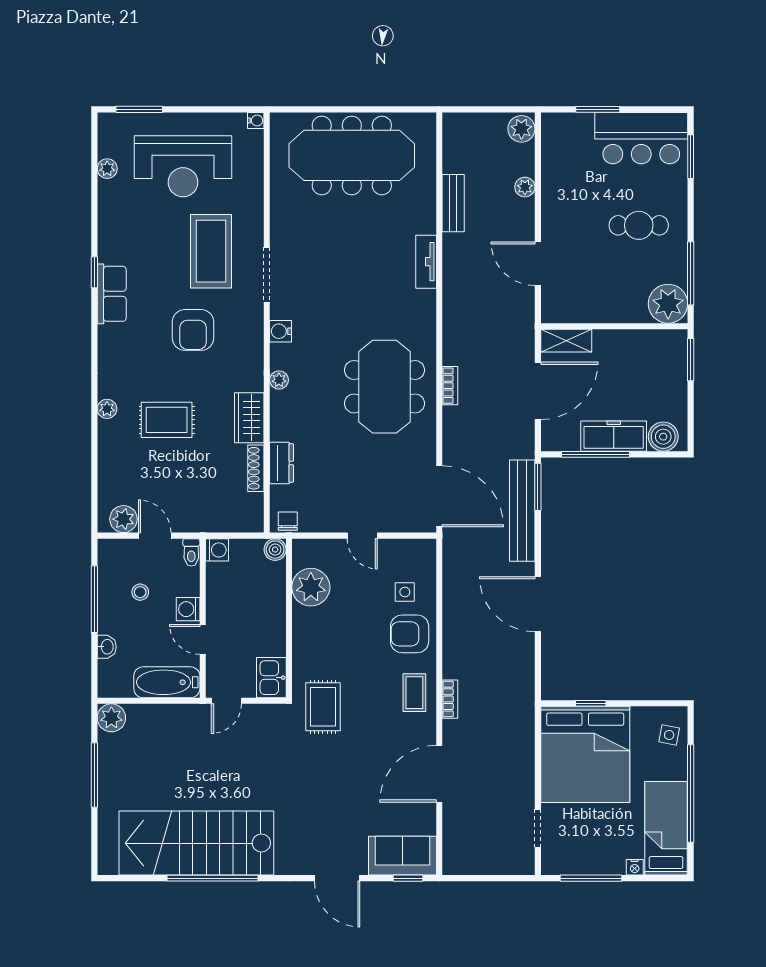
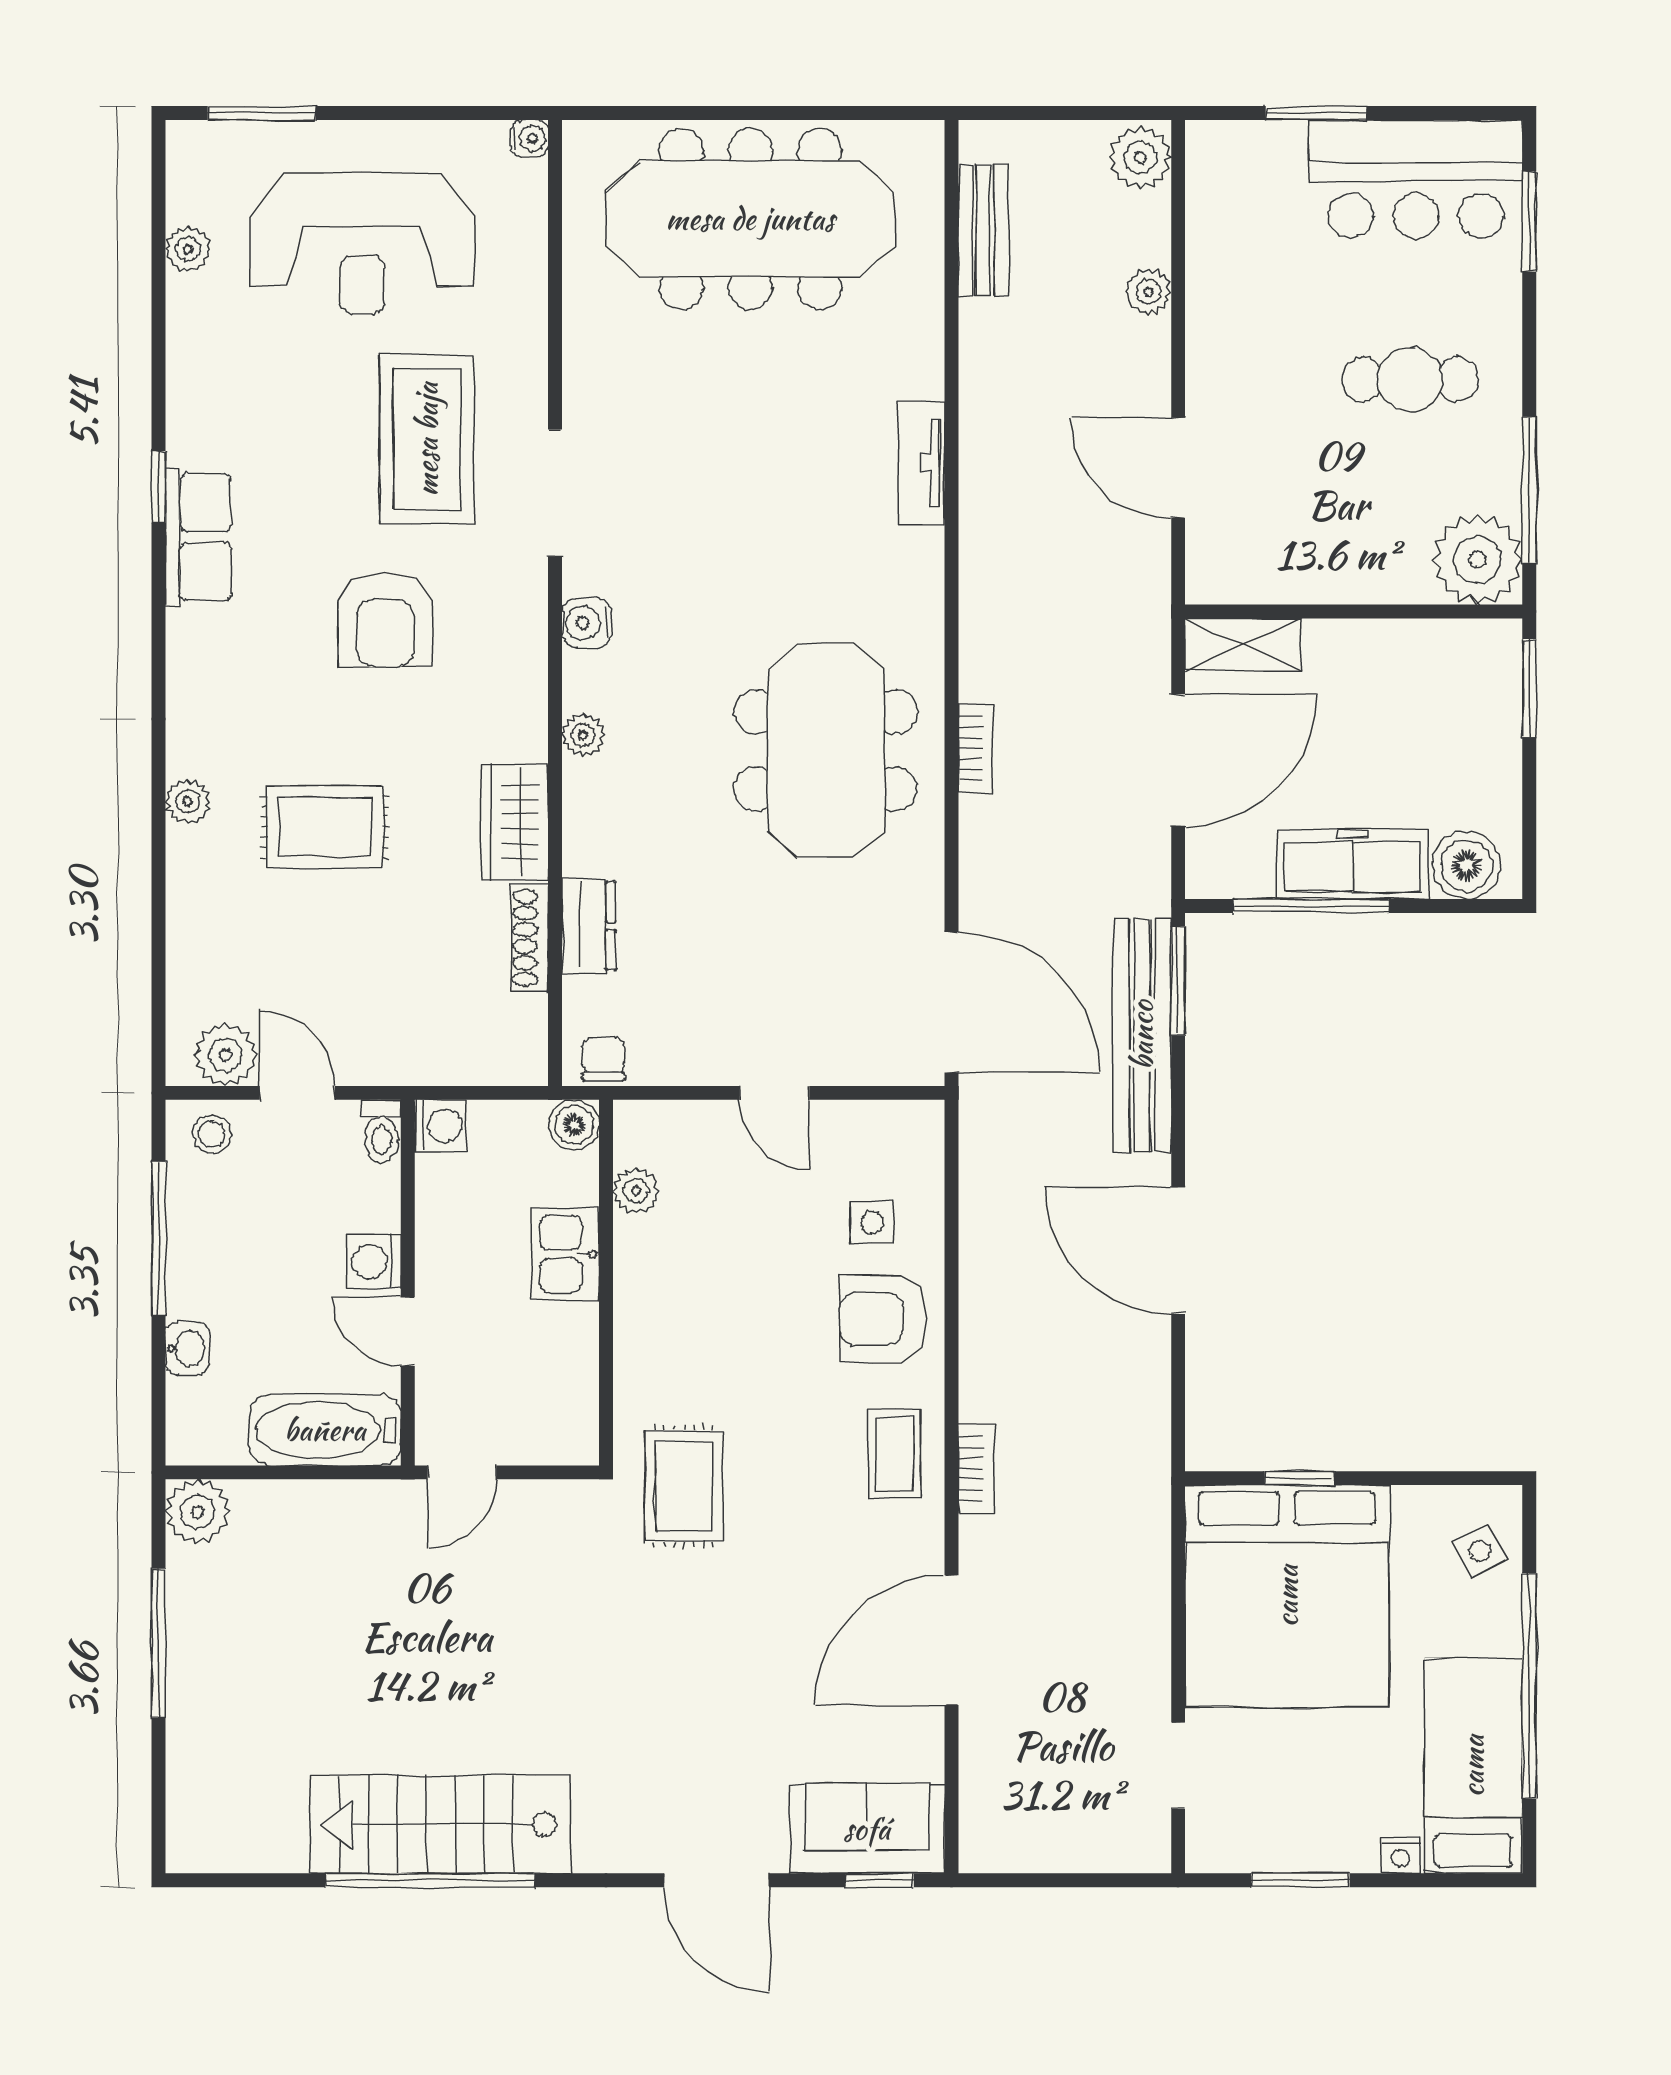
bench: (453, 203) -> (984, 230), moved
plant: (311, 587) -> (636, 1191), width x0.53, depth x0.53
stool: (140, 592) -> (212, 1134), moved
kitchen sink: (271, 678) -> (565, 1254), moved
side table: (669, 735) -> (1480, 1551), turned -38
stairs: (196, 843) -> (441, 1824), width x0.73, depth x0.66
window: (591, 878) -> (1300, 1880), width x0.69

